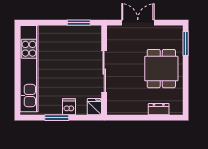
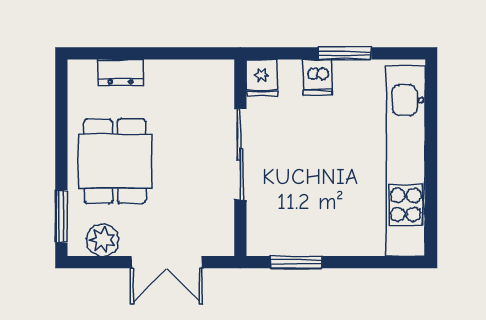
plant: (167, 33) -> (103, 240), added

